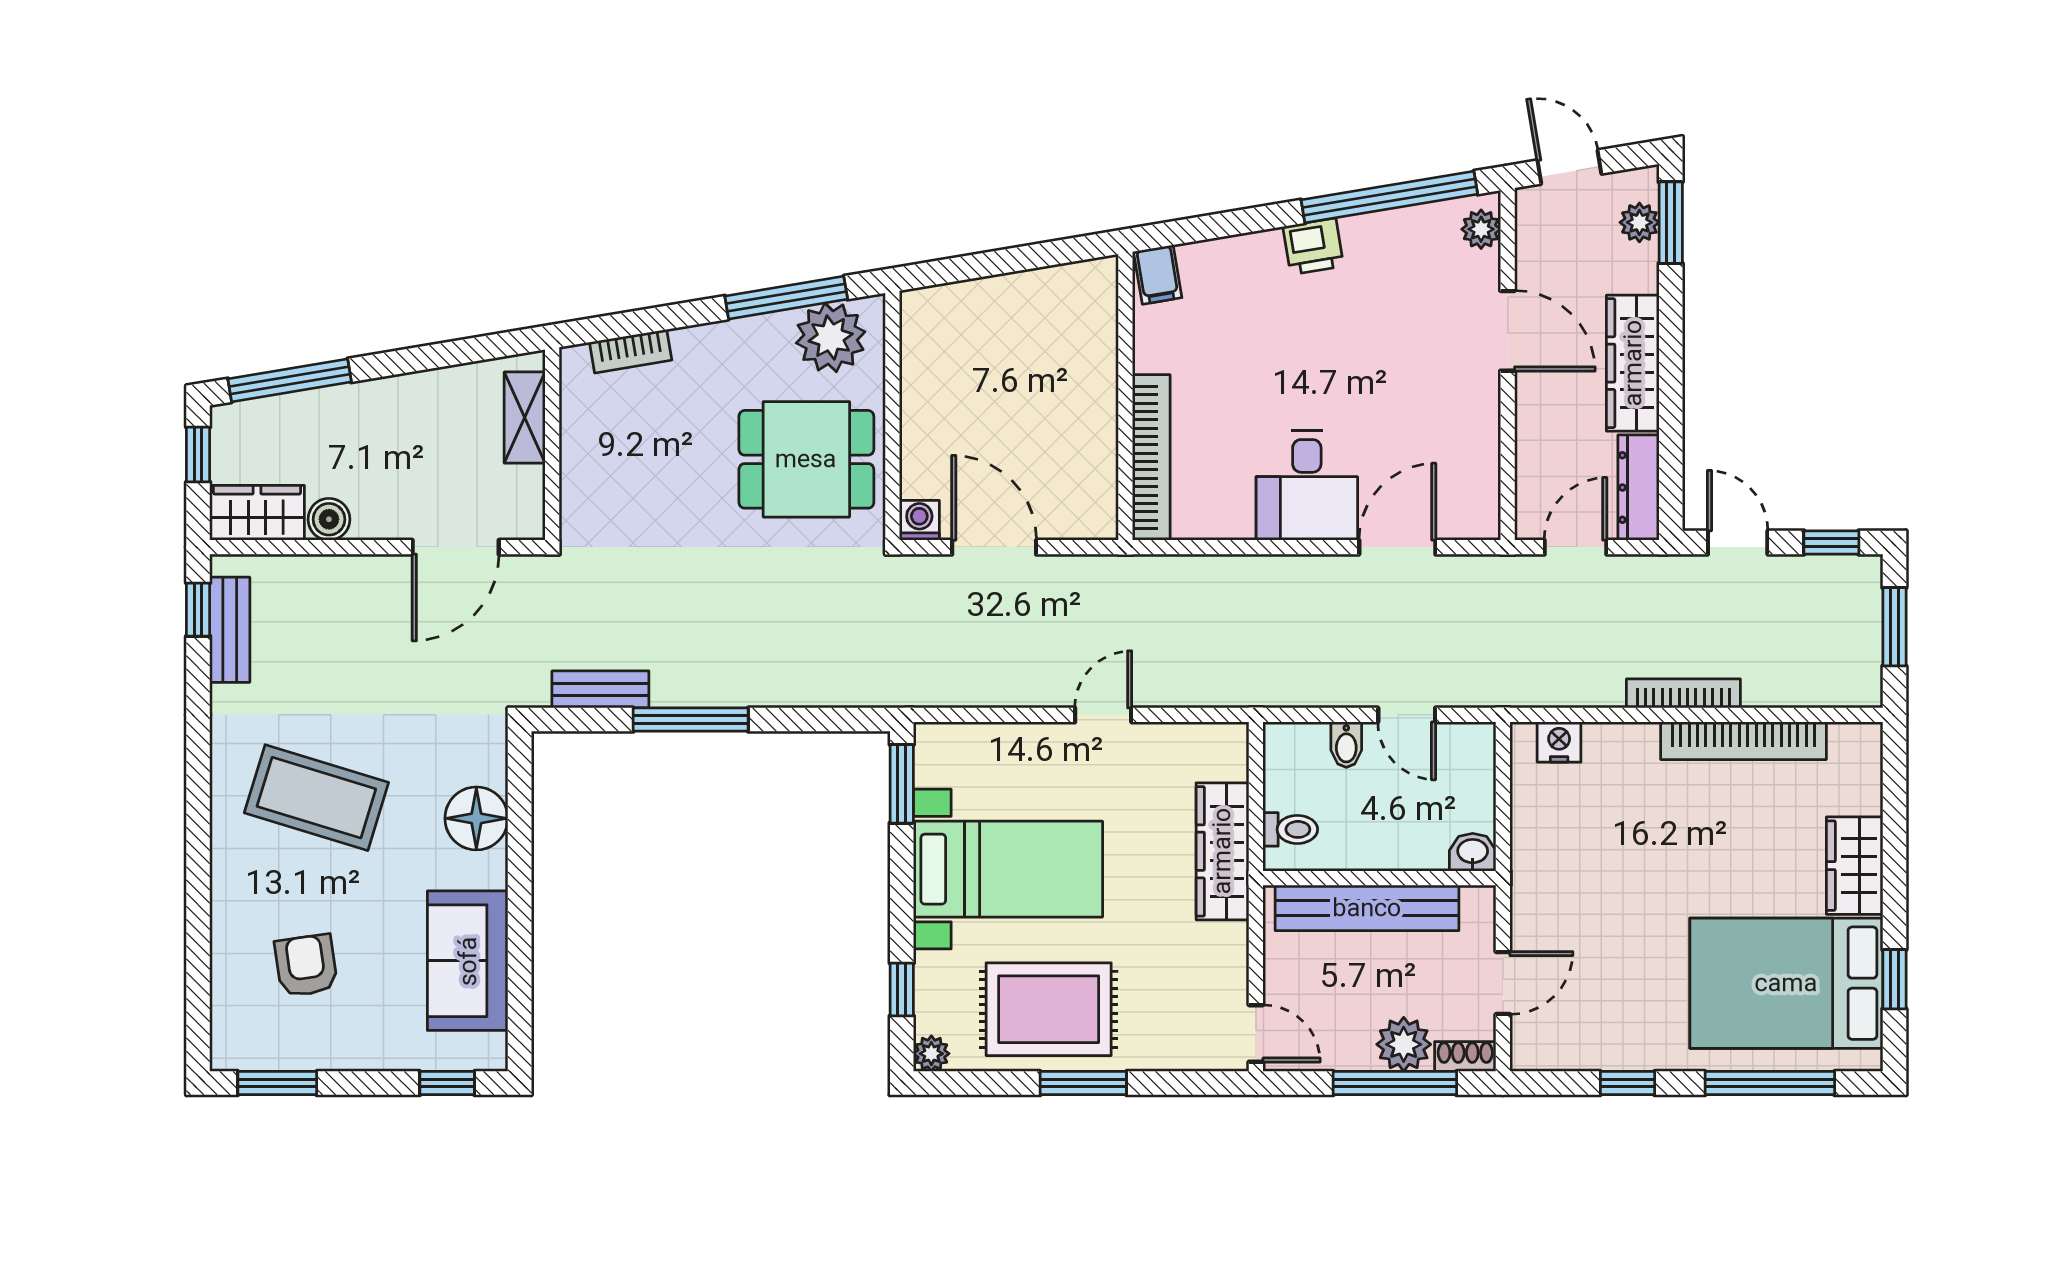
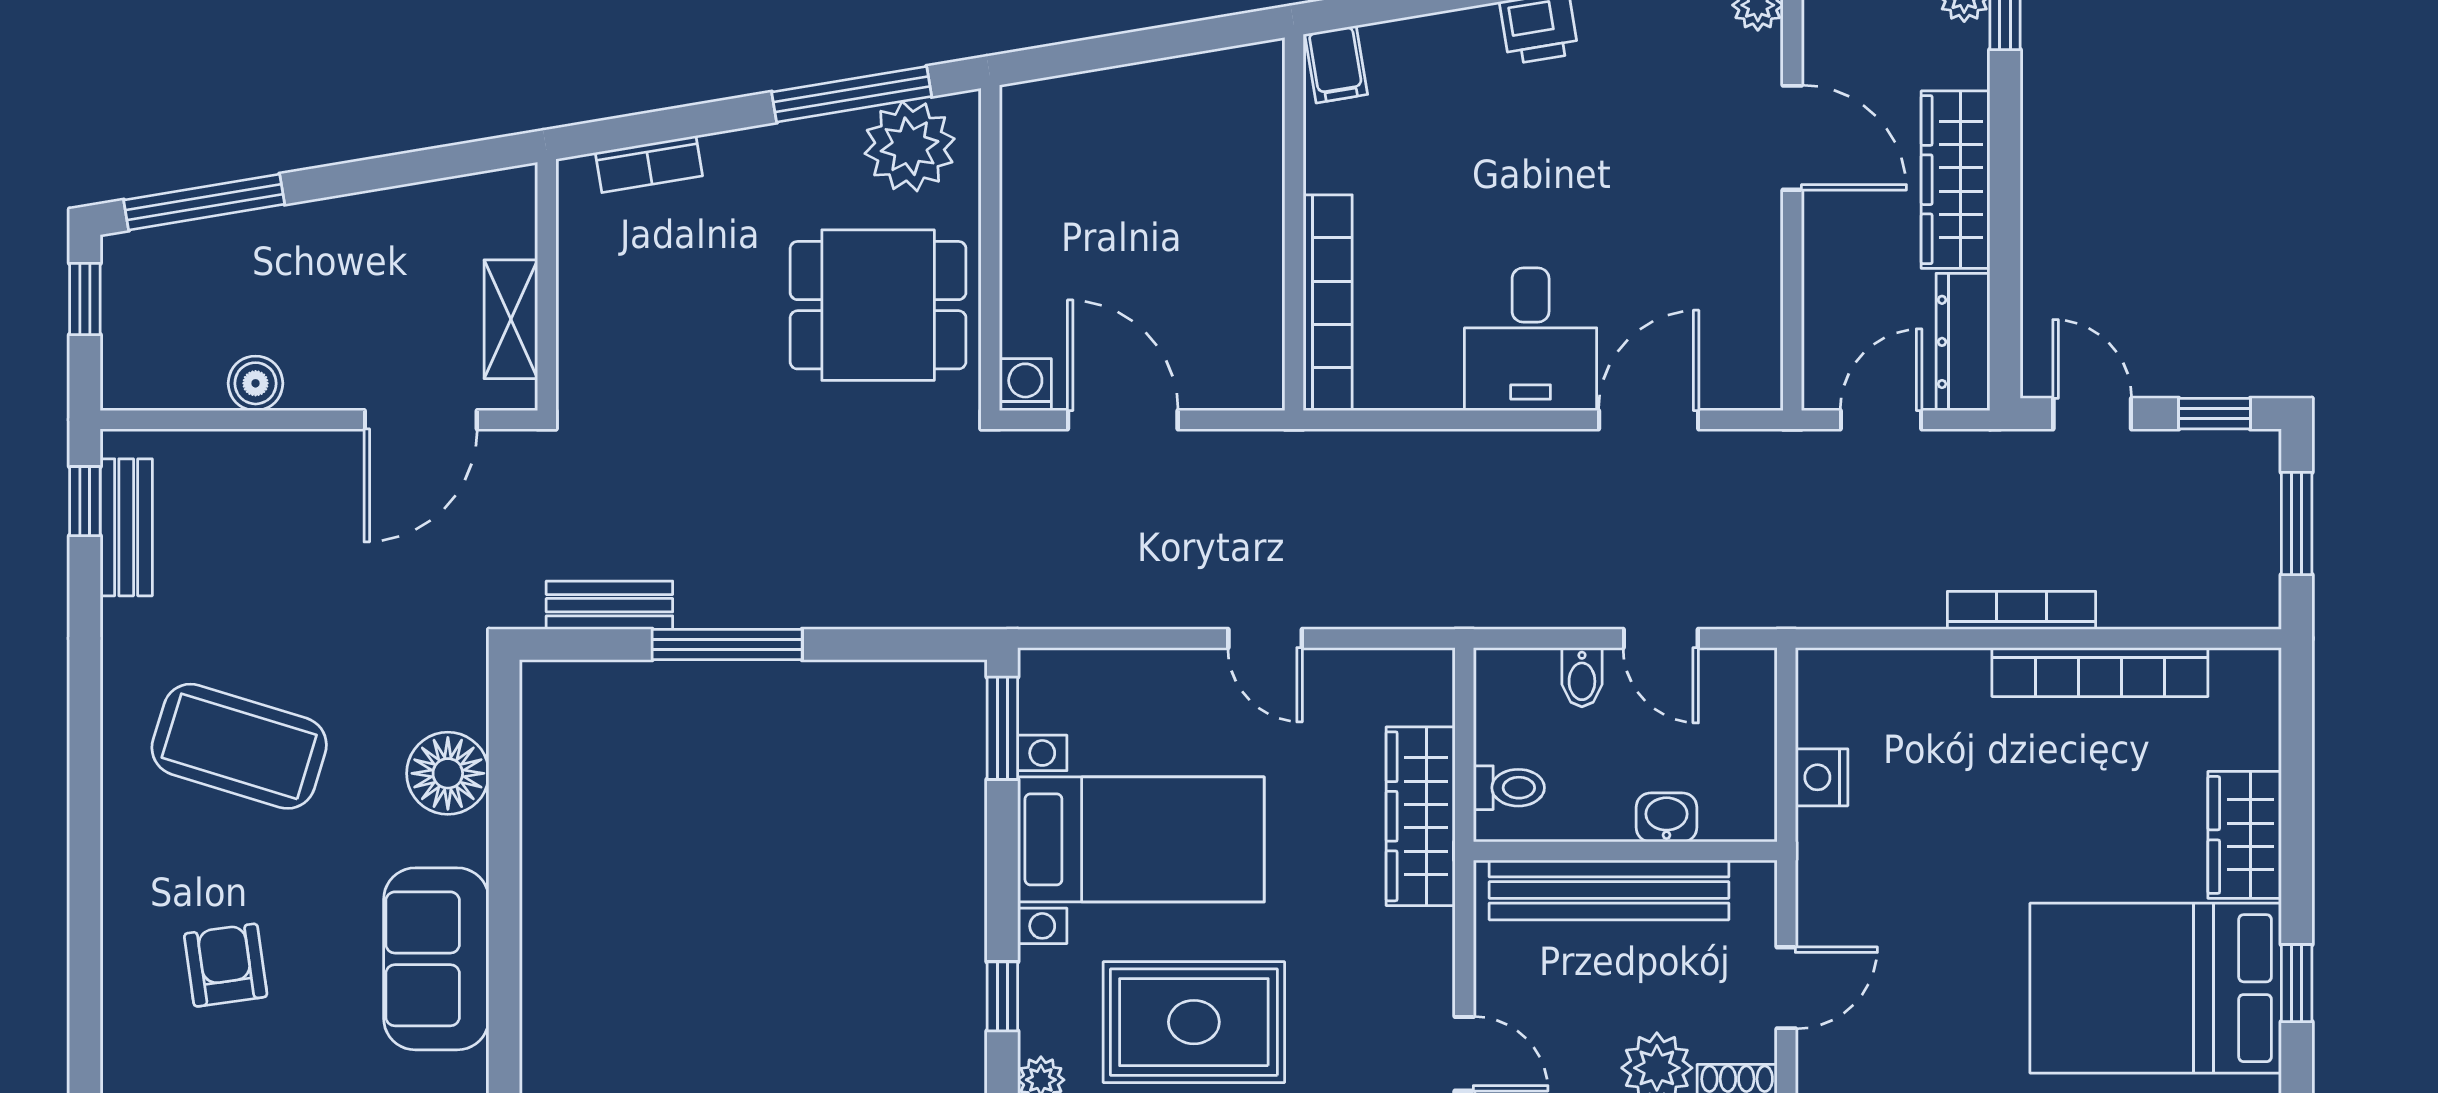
shelving: (525, 418) -> (511, 319), moved
wardrobe: (257, 513) -> (162, 375), removed
door: (1103, 715) -> (1265, 638), swing flipped
nightstand: (1559, 742) -> (1822, 777), moved, turned -90
washbasin: (1473, 852) -> (1666, 817), moved

